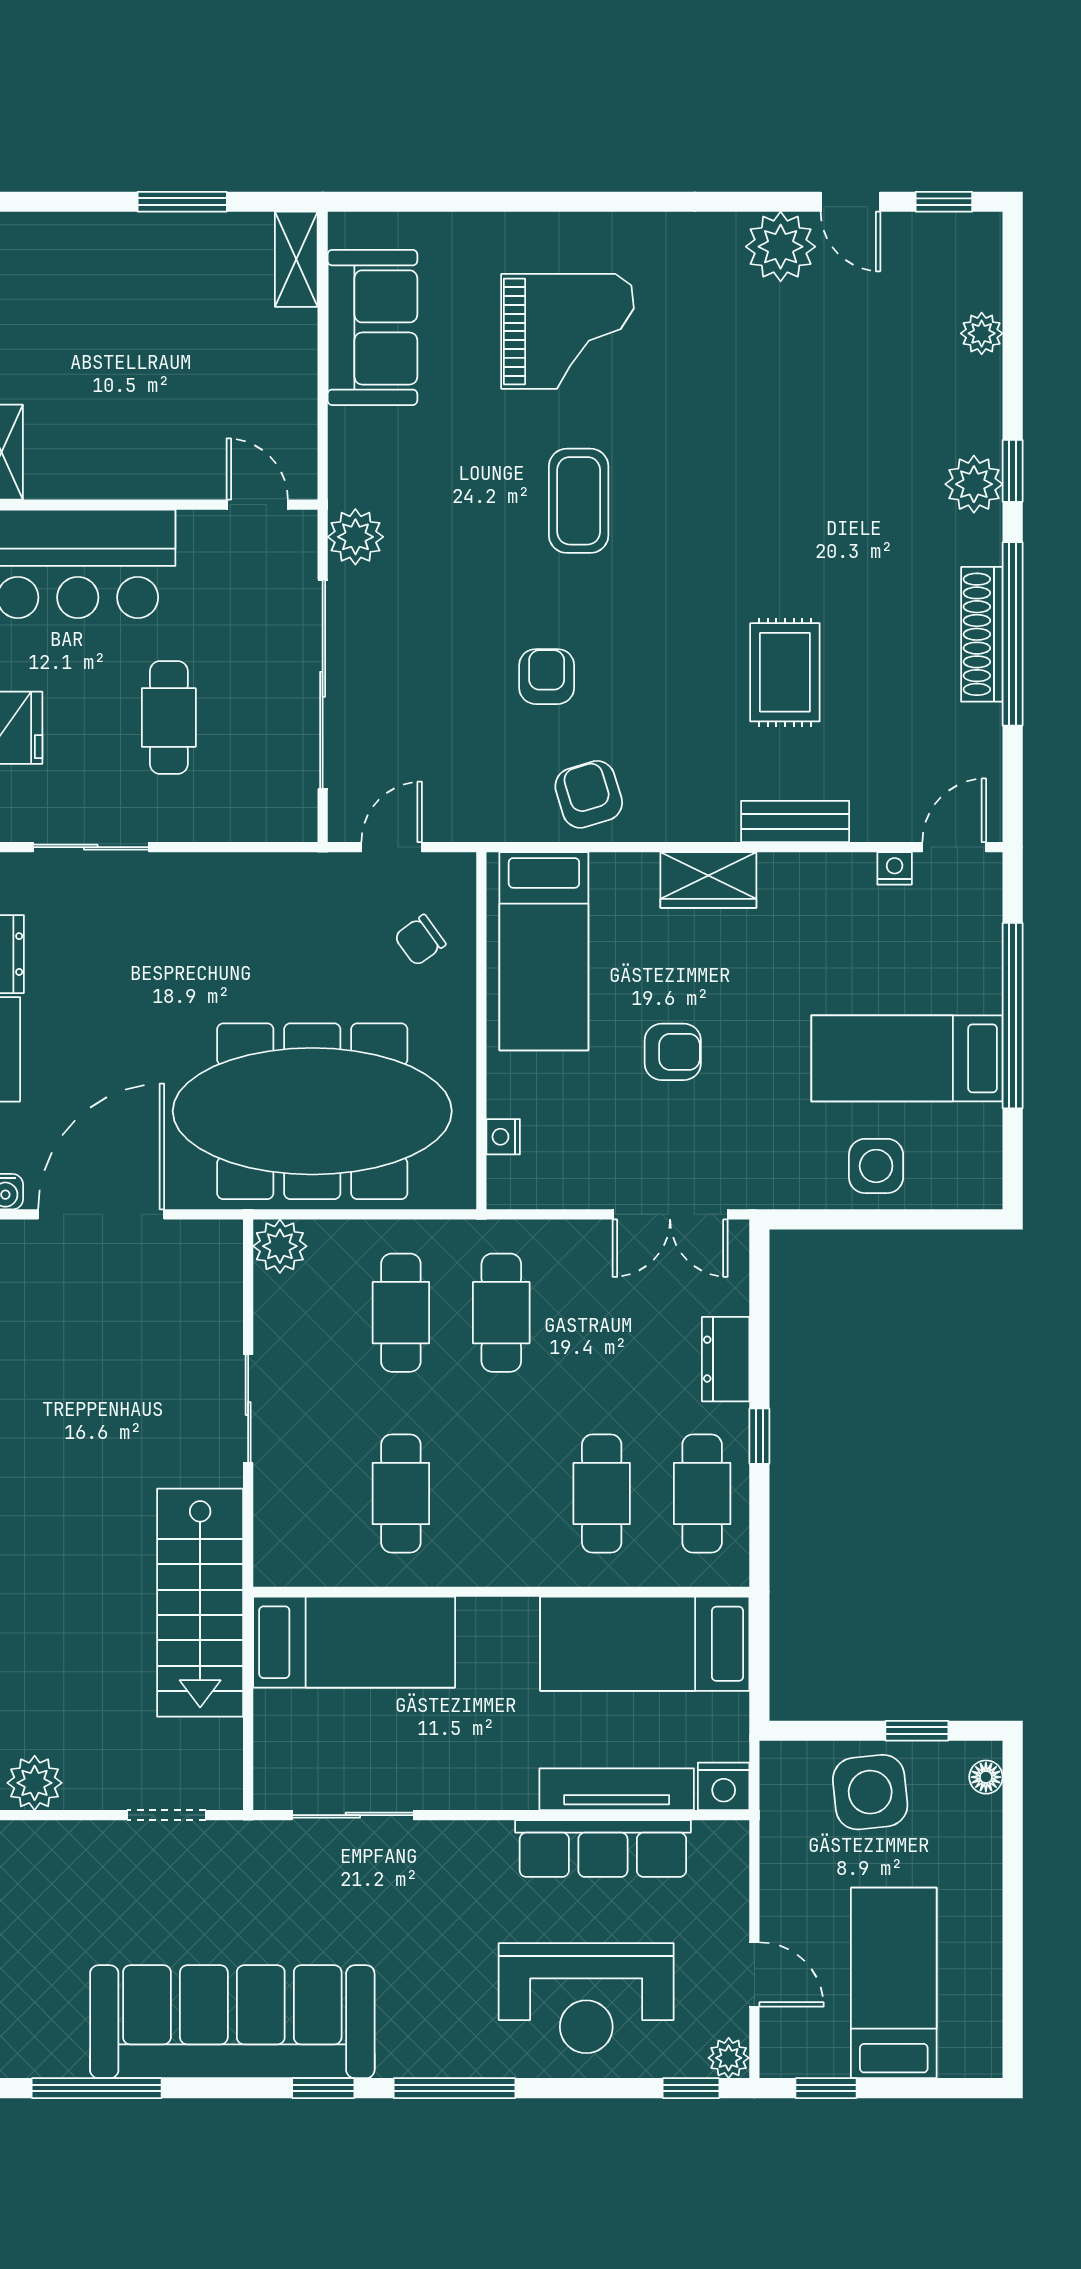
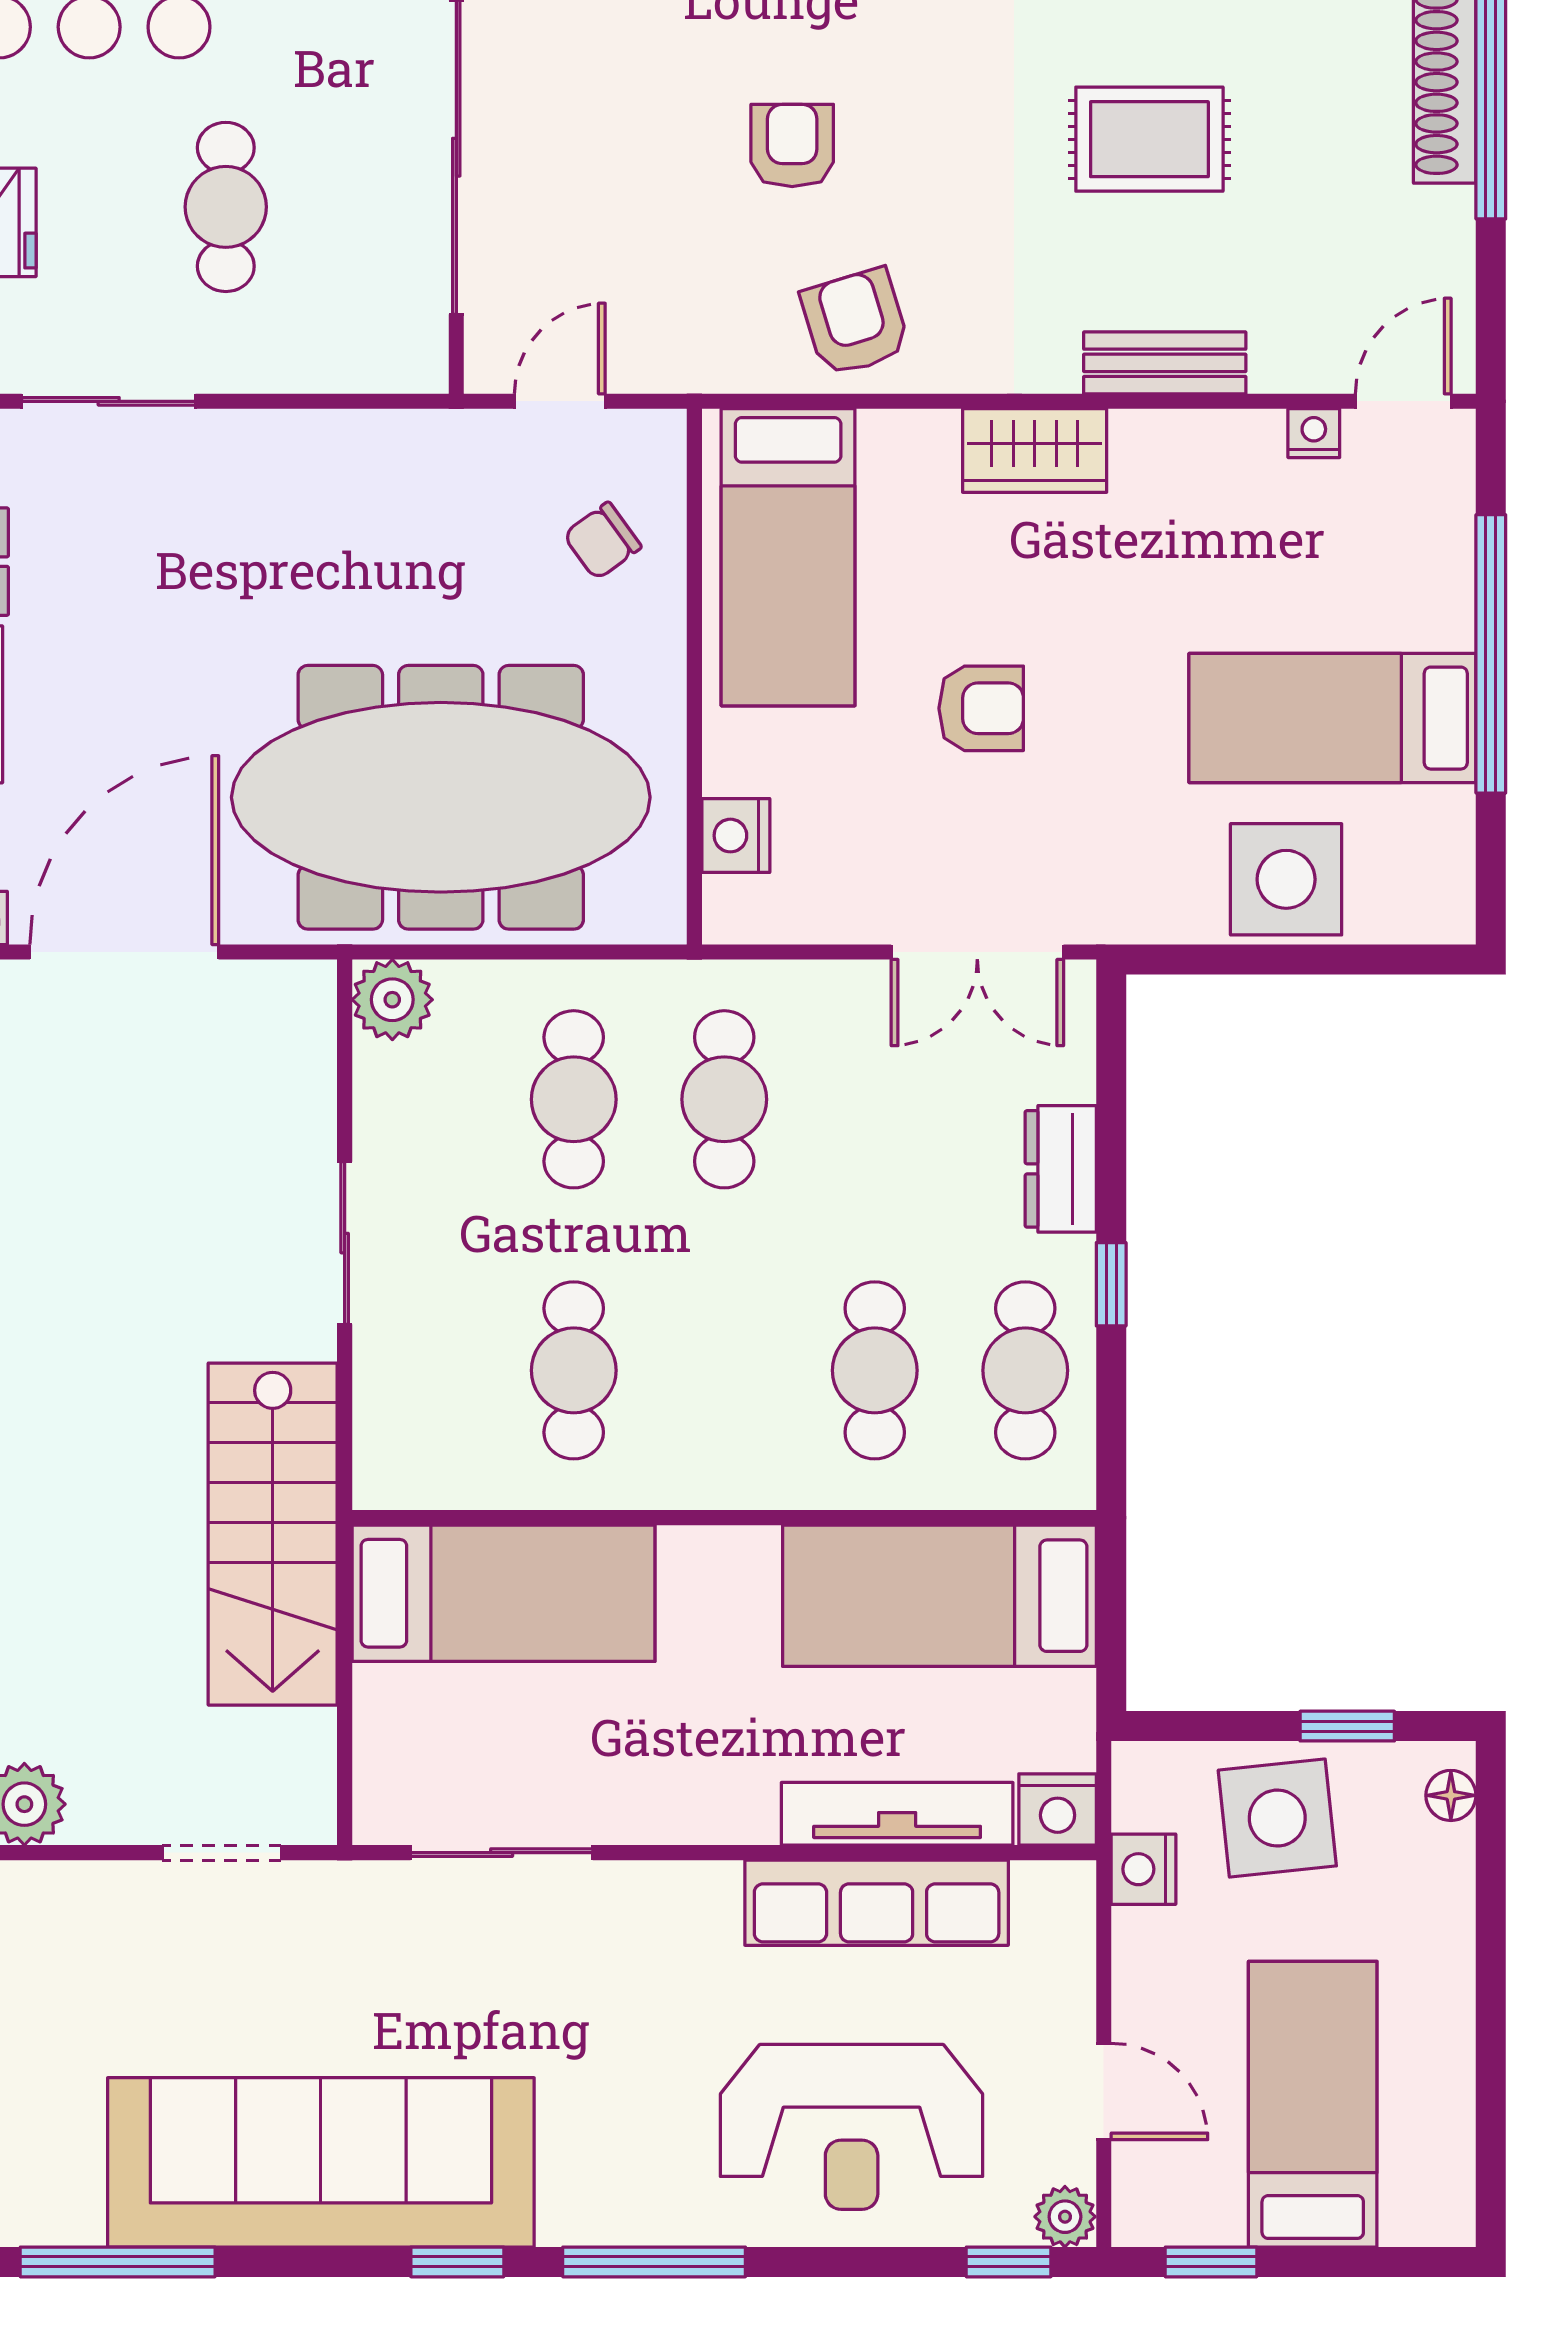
rug: (785, 672) -> (1149, 139), turned 90
nightstand: (503, 1137) -> (736, 836), width x1.39, depth x1.35
side table: (876, 1166) -> (1286, 879), width x1.37, depth x1.37
nightstand: (781, 1826) -> (1144, 1869), added

